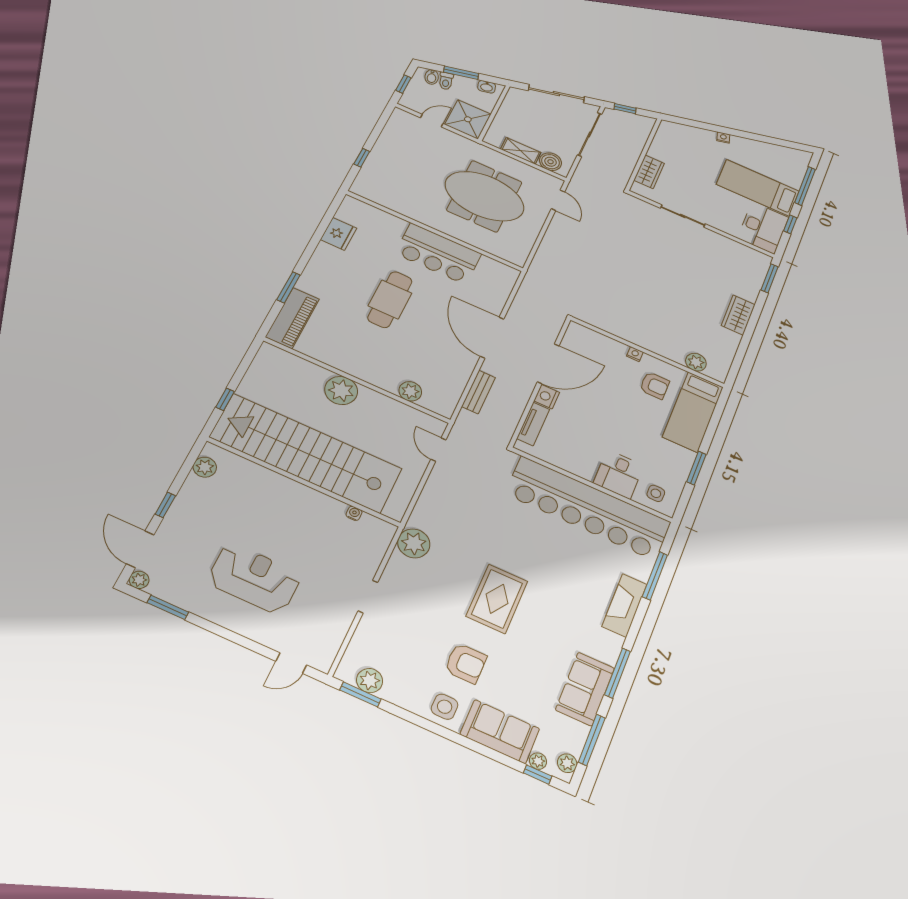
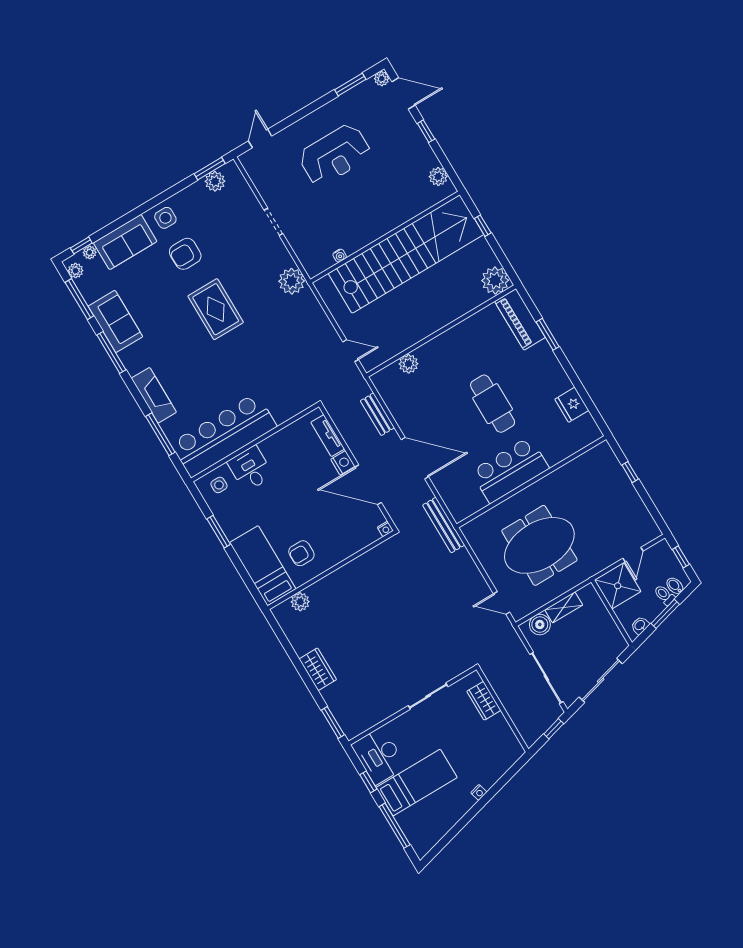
bench: (531, 282) -> (444, 525), added
nightstand: (635, 354) -> (385, 529), moved
door: (548, 364) -> (368, 485), hinge flipped
plant: (341, 390) -> (495, 280), moved
bar counter: (588, 508) -> (224, 435), width x0.73

